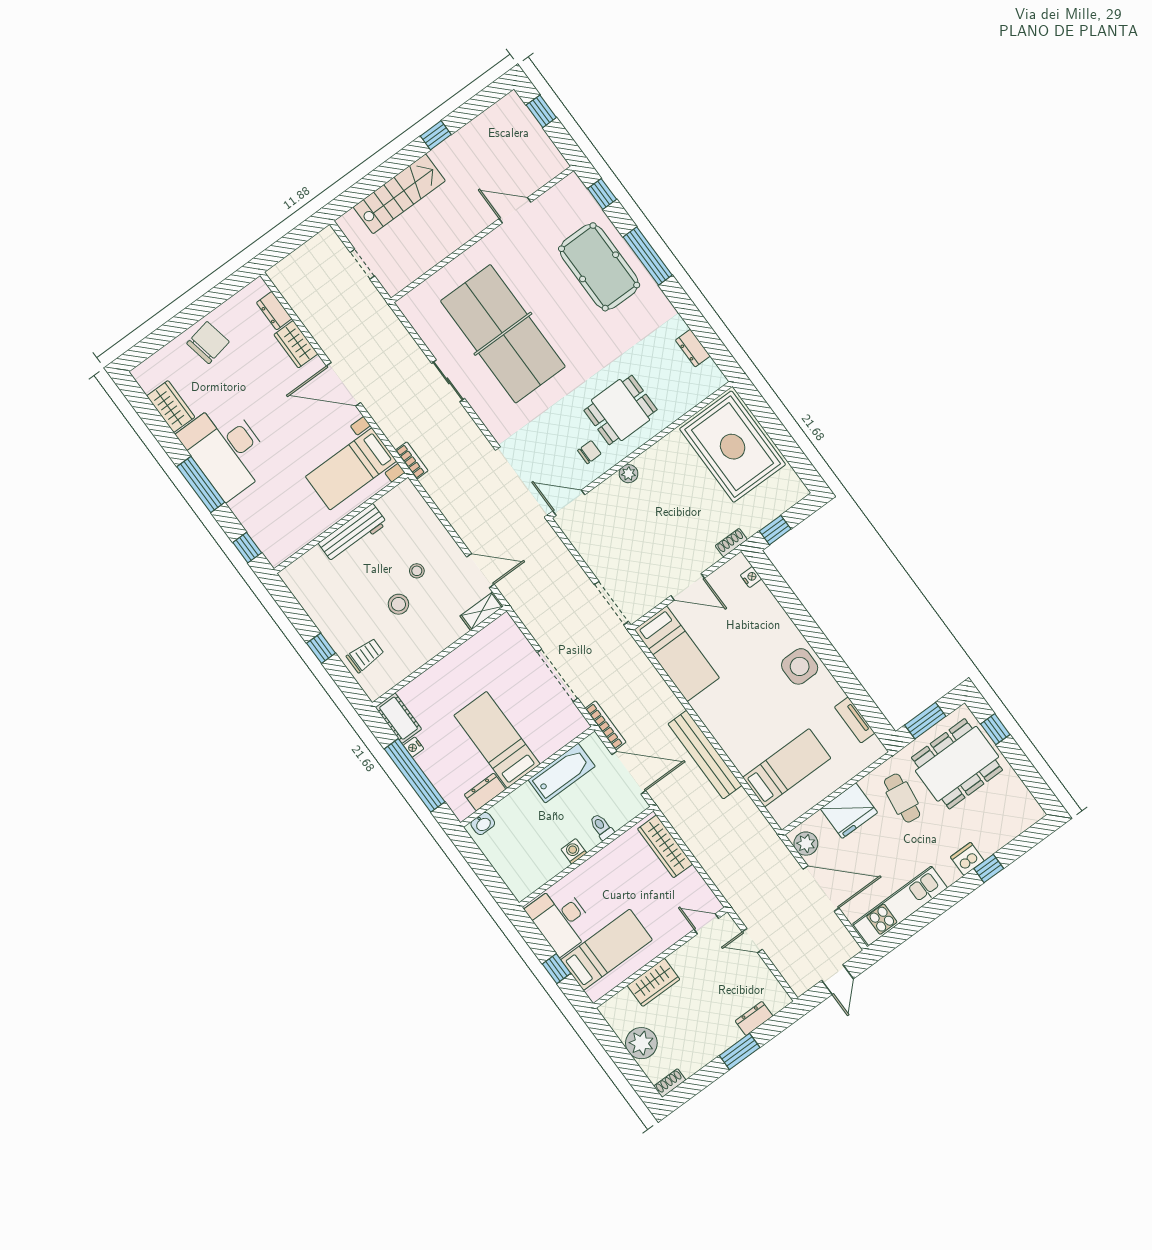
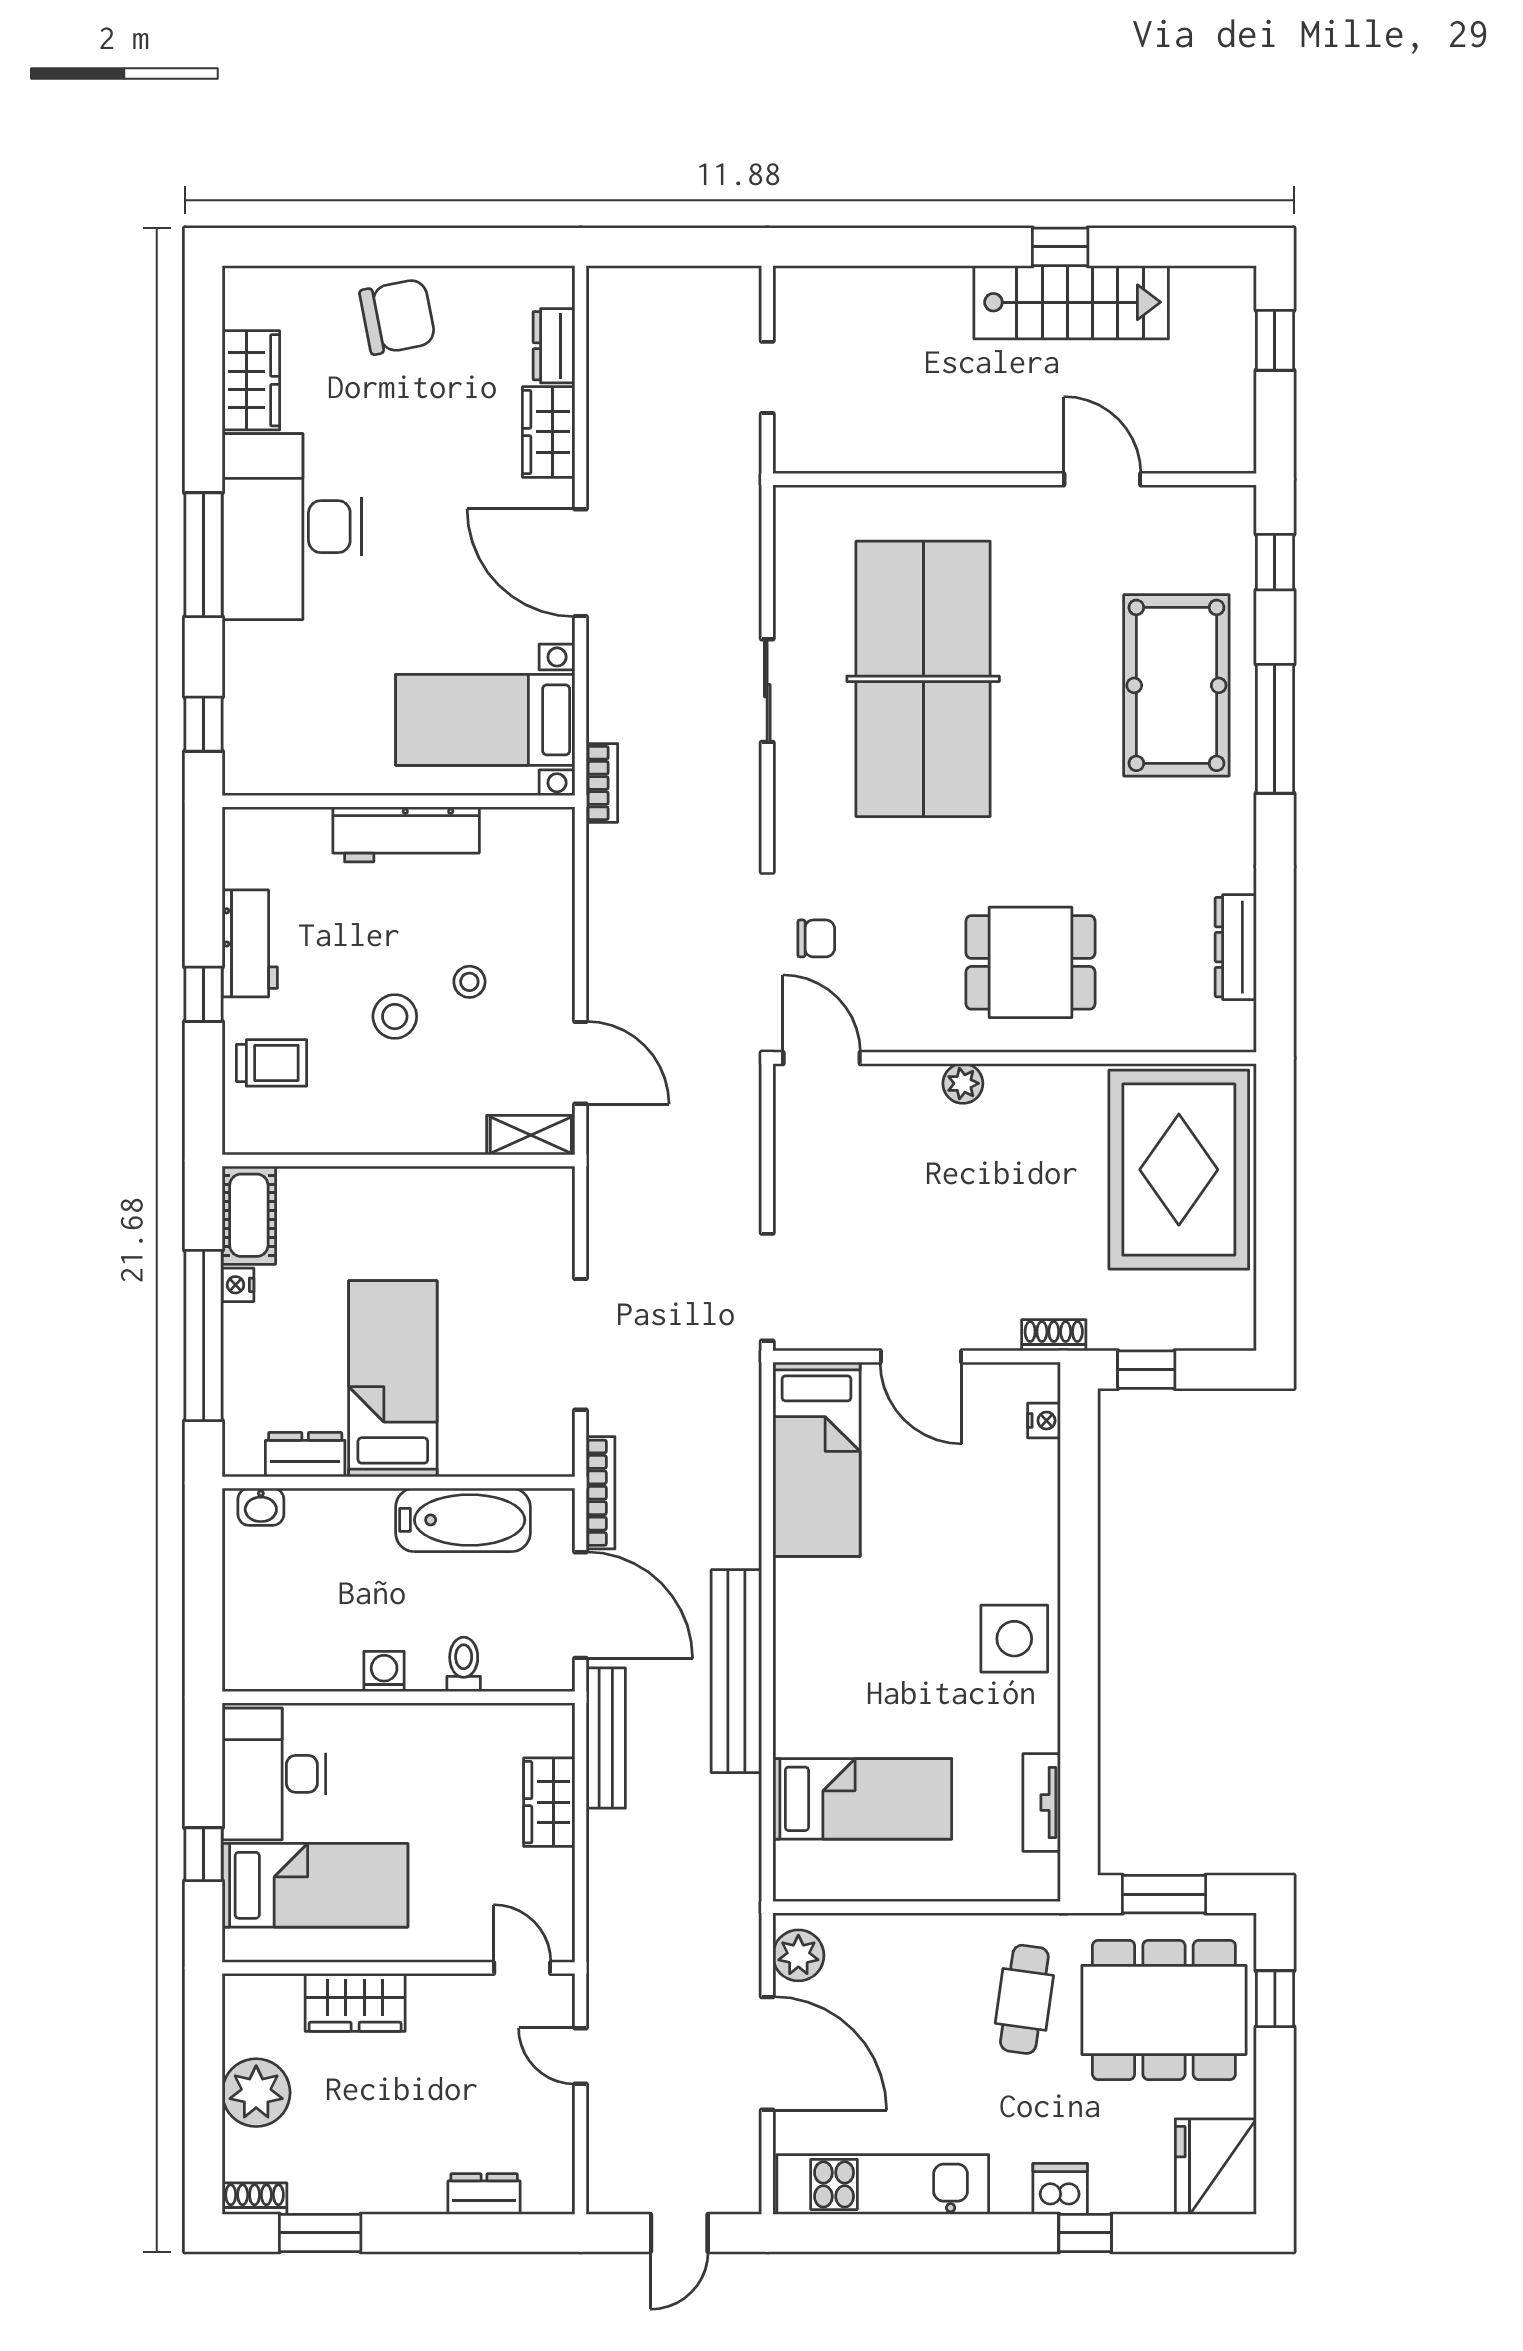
stairs: (399, 194) -> (1071, 302), moved
dresser: (693, 348) -> (1236, 947), width x1.44
chair: (589, 452) -> (816, 938), moved
workbench: (324, 617) -> (250, 943), added
fridge: (849, 811) -> (1216, 2167), moved, turned 90
bench: (675, 815) -> (606, 1738), added
wardrobe: (665, 846) -> (549, 1802), width x0.67
window: (740, 1051) -> (320, 2233), moved

